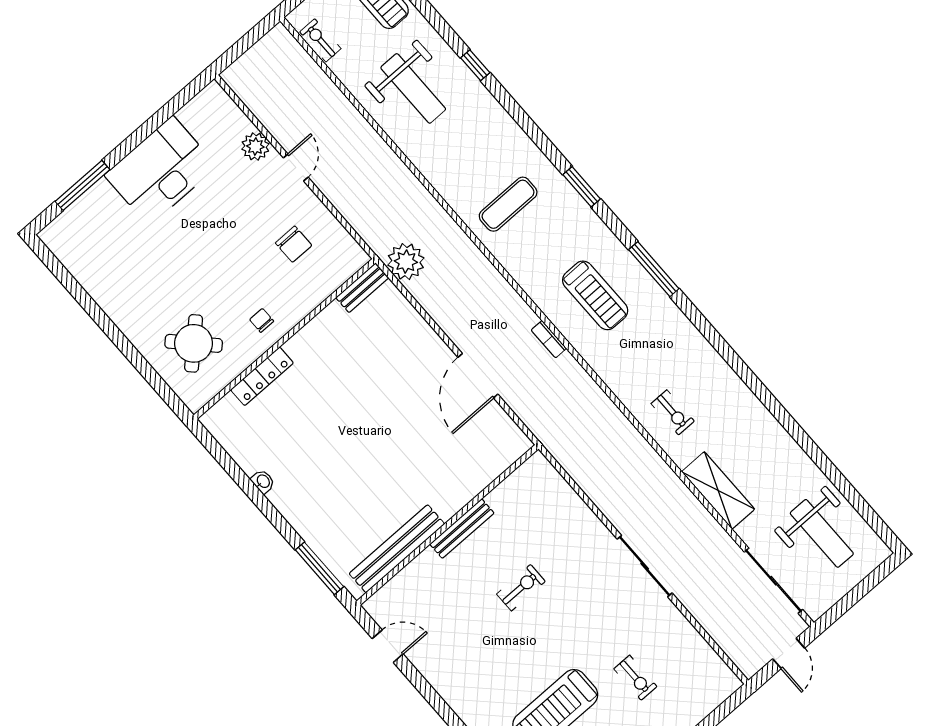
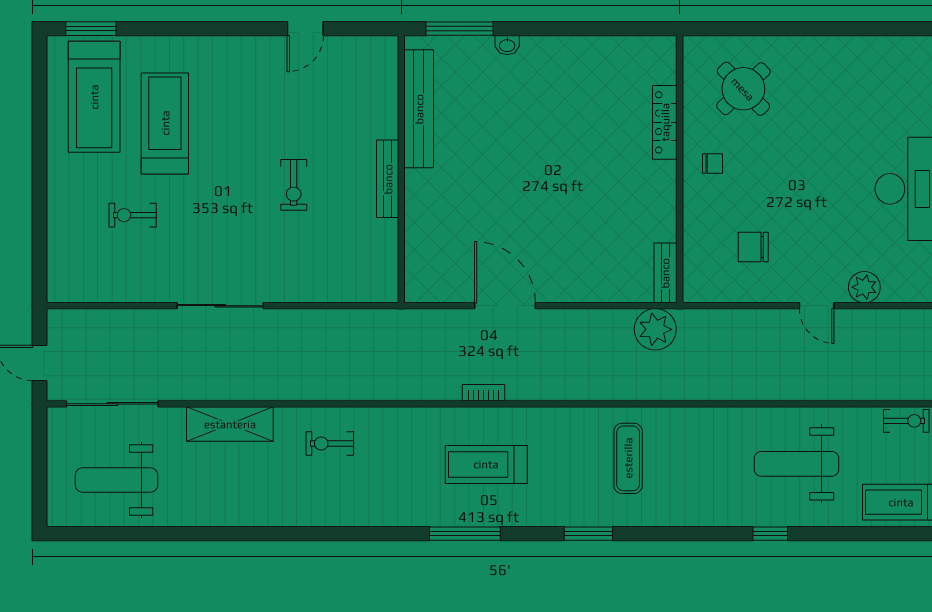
washbasin: (263, 482) -> (507, 45), moved
door: (388, 646) -> (305, 29), moved

